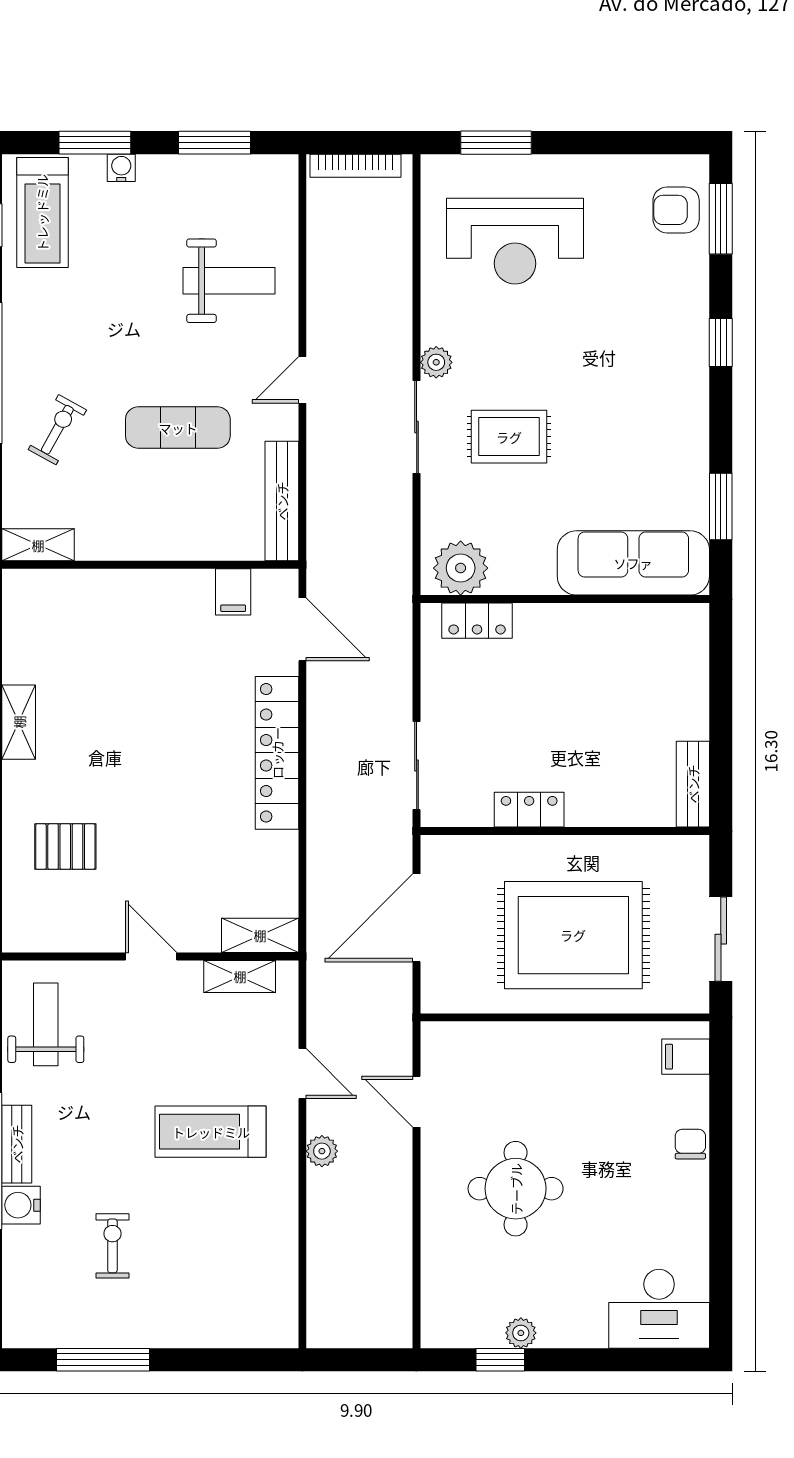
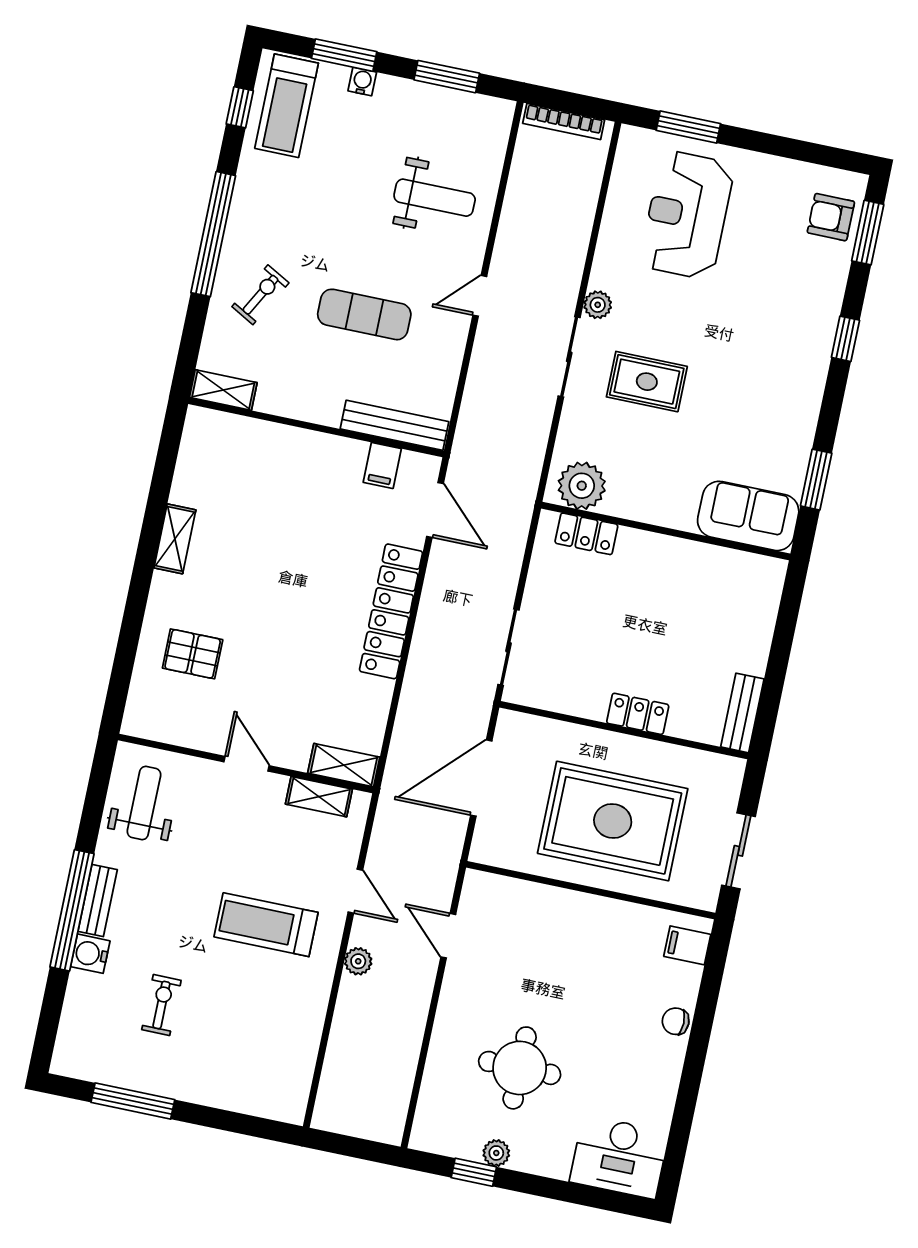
reception desk: (515, 241) -> (687, 215), turned 90
bench: (282, 501) -> (395, 425), moved, turned 90
sofa: (633, 563) -> (748, 516), width x0.73
locker: (529, 810) -> (638, 714), moved
chair: (690, 1144) -> (676, 1021), turned -90
round table: (516, 1189) -> (520, 1068), moved

